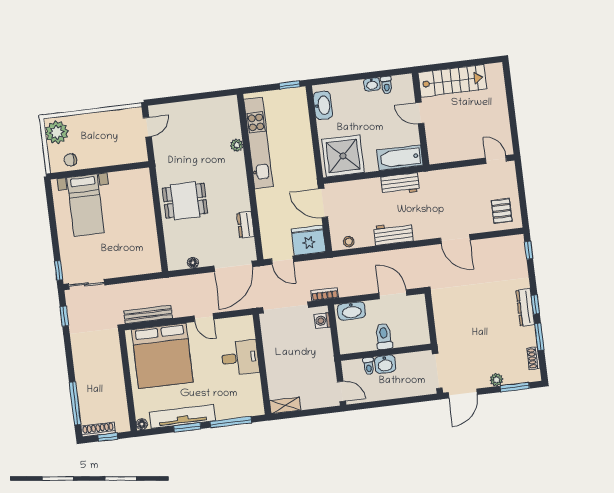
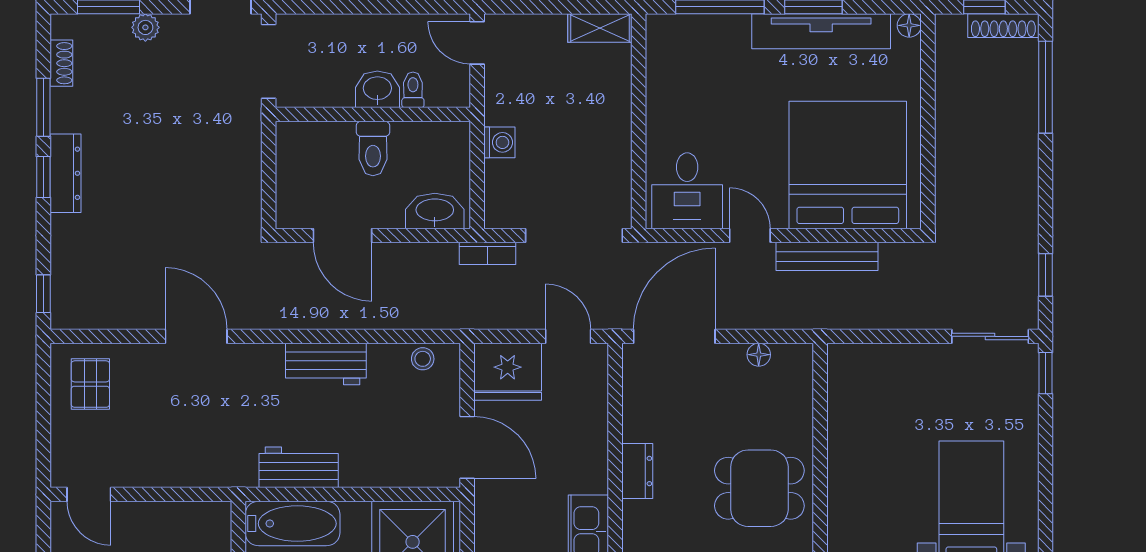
dresser: (246, 225) -> (637, 471), moved
bench: (148, 314) -> (827, 256), moved
washing machine: (322, 321) -> (499, 142), moved
desk: (240, 358) -> (687, 191), moved, turned -90

